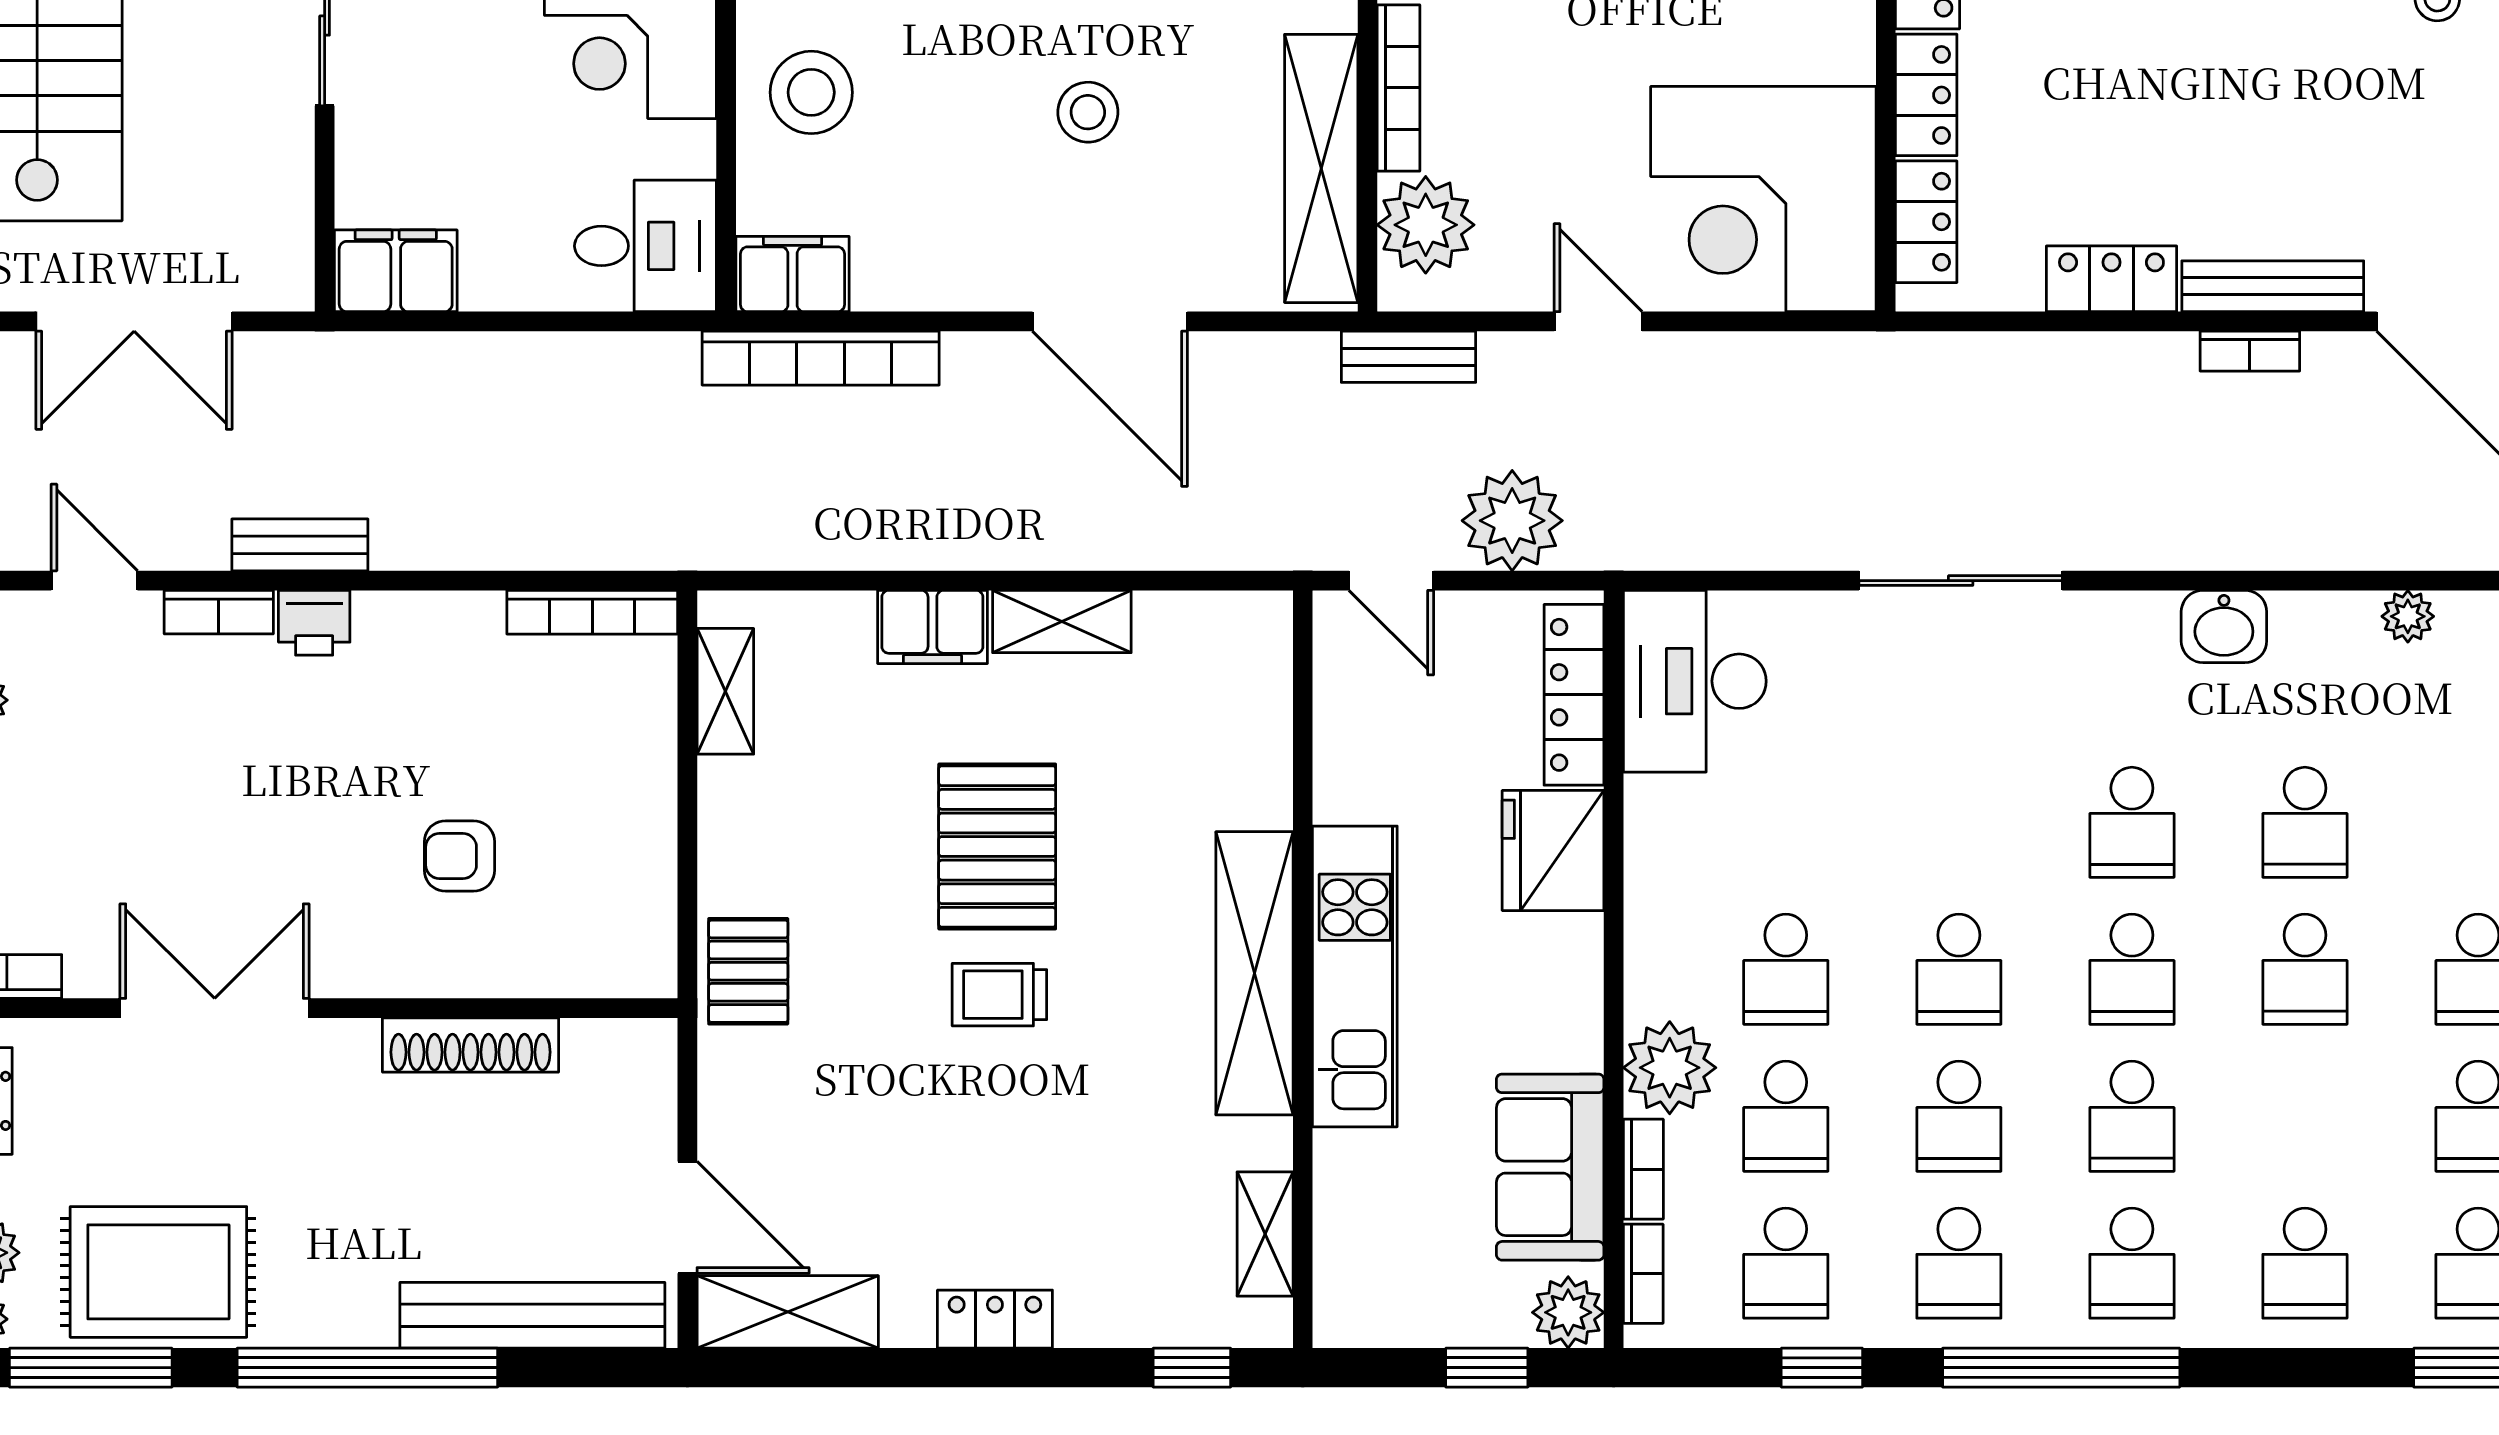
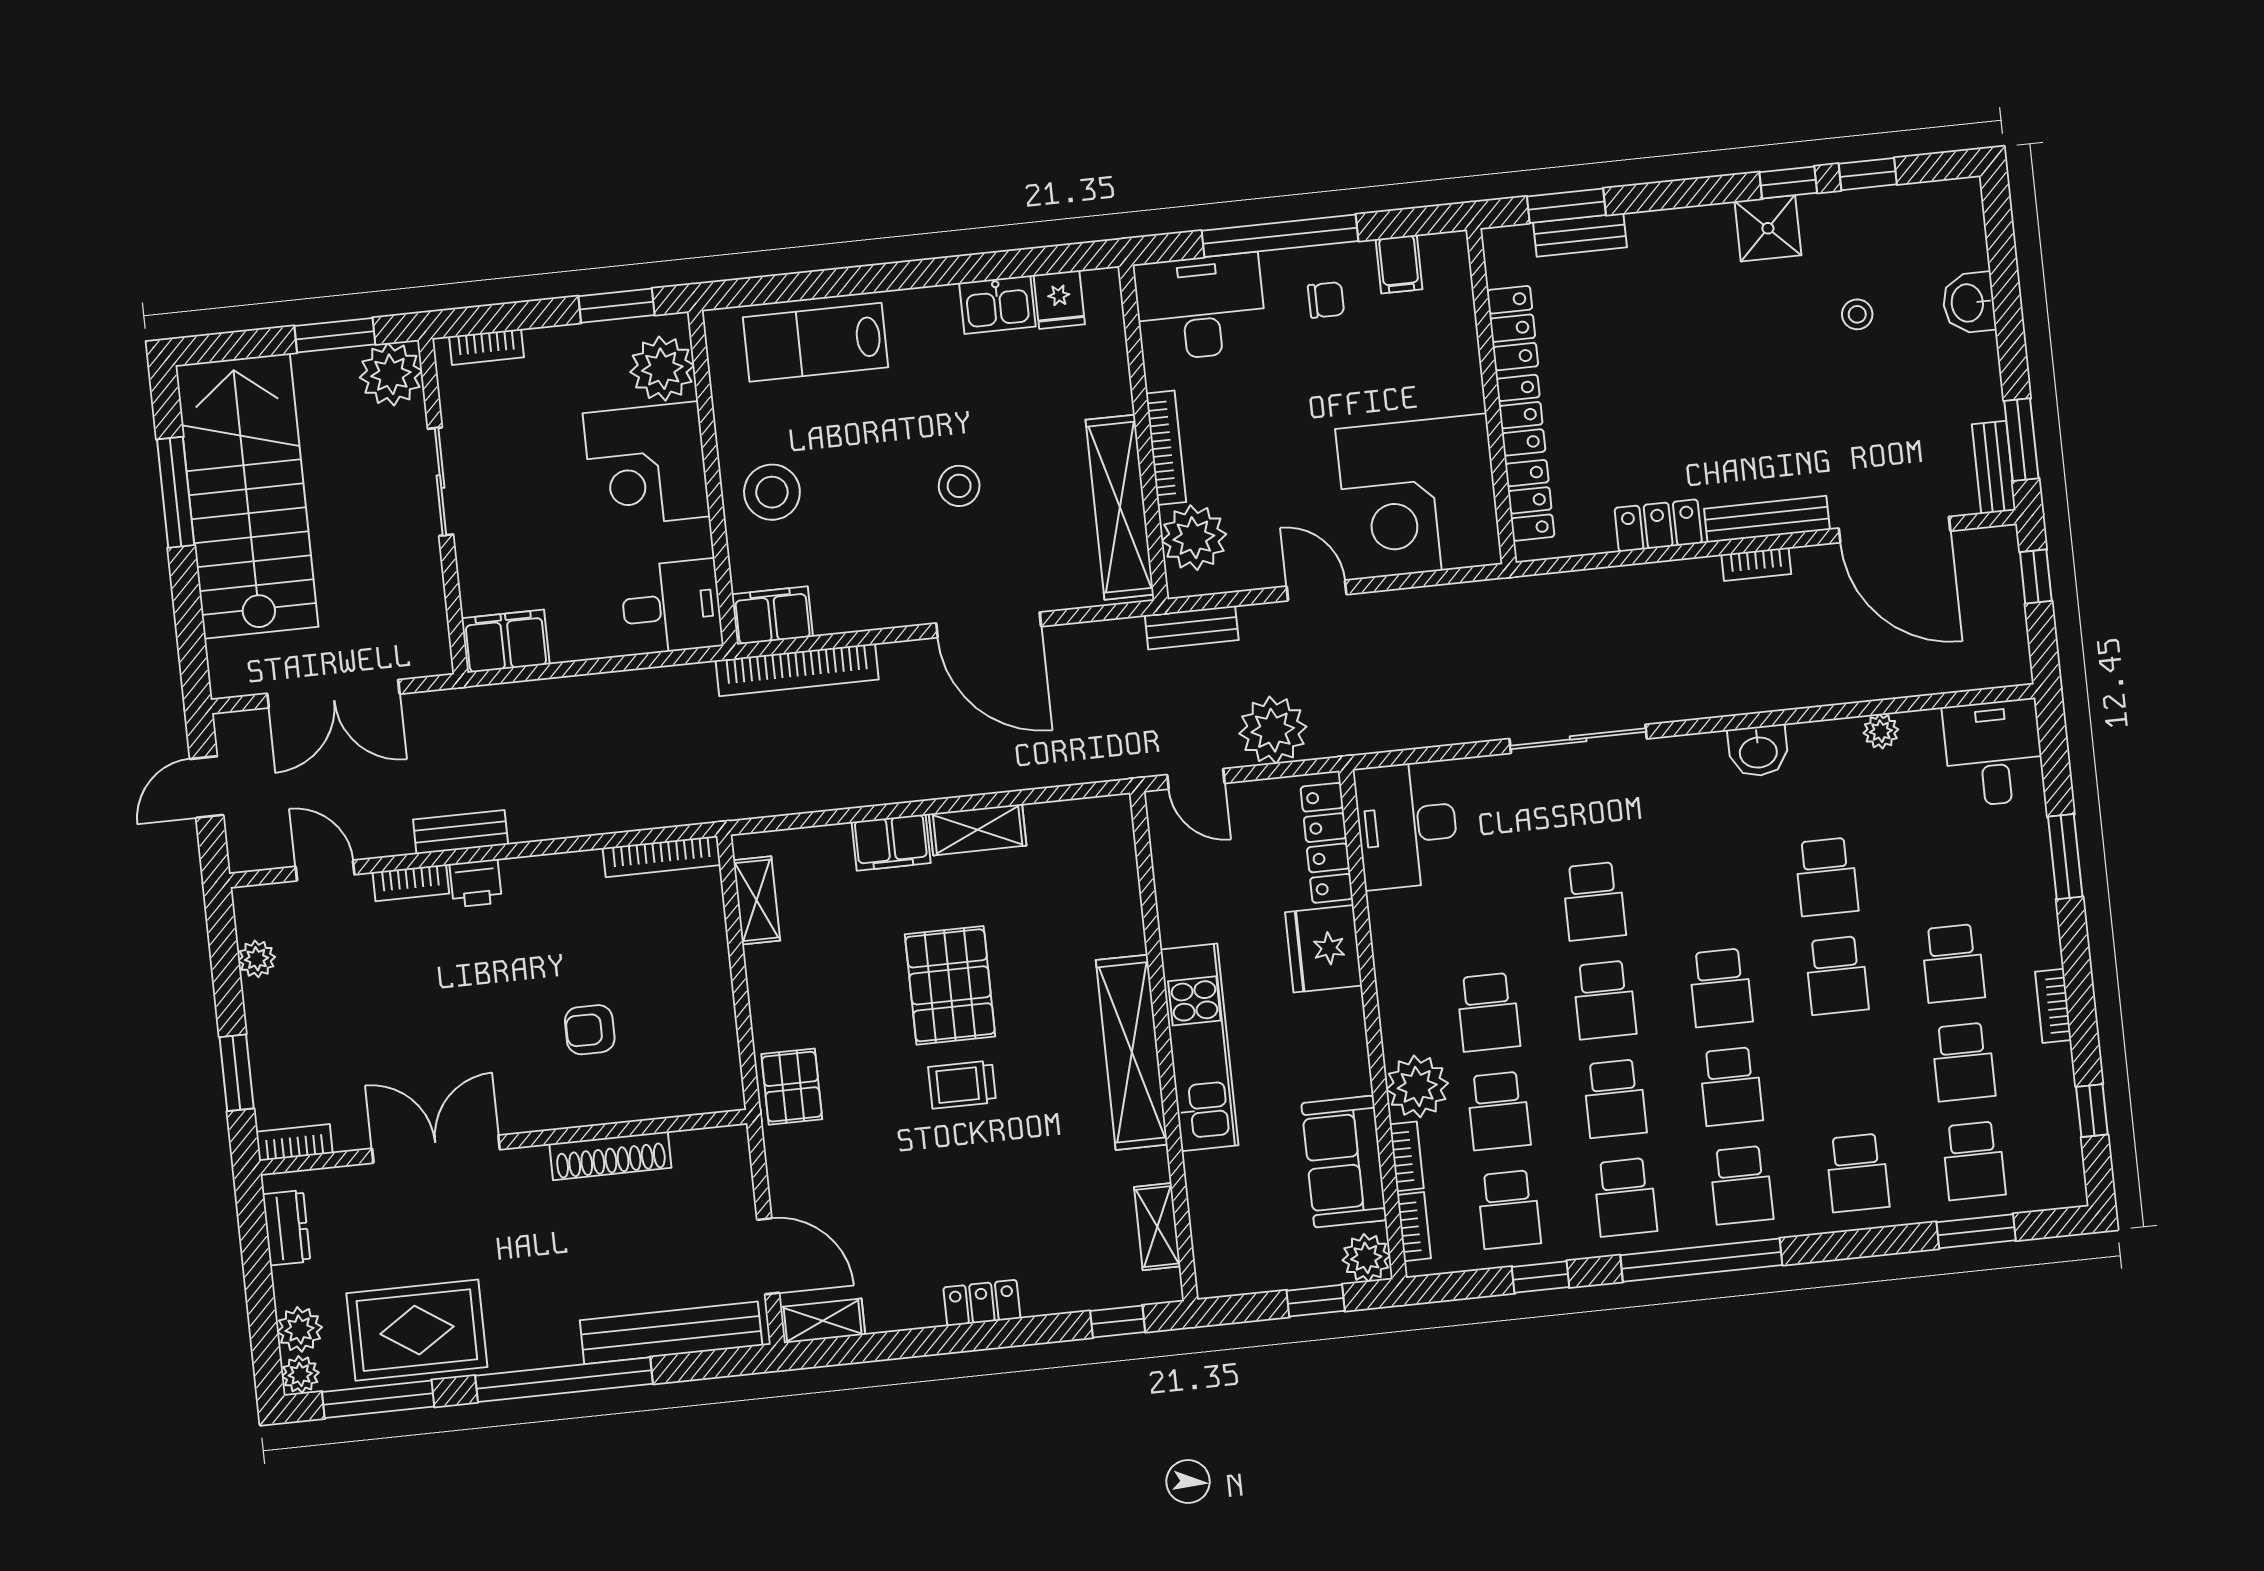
school desk: (2132, 822) -> (1594, 901), moved
shelving: (788, 1312) -> (823, 1321), width x0.67, depth x0.75

